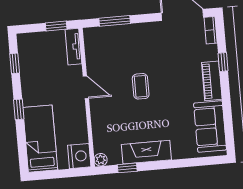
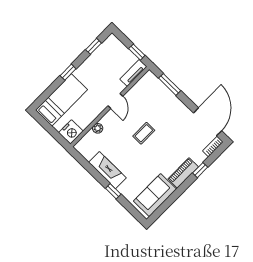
plant: (101, 160) -> (98, 128), moved
window: (127, 168) -> (113, 191), moved

